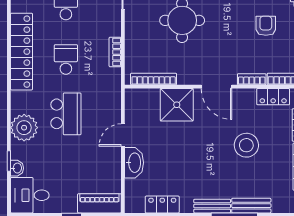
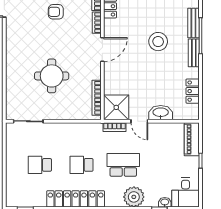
bookcase: (115, 52) -> (114, 127), moved
shower: (177, 105) -> (116, 107), moved
stool: (246, 145) -> (158, 42), moved

